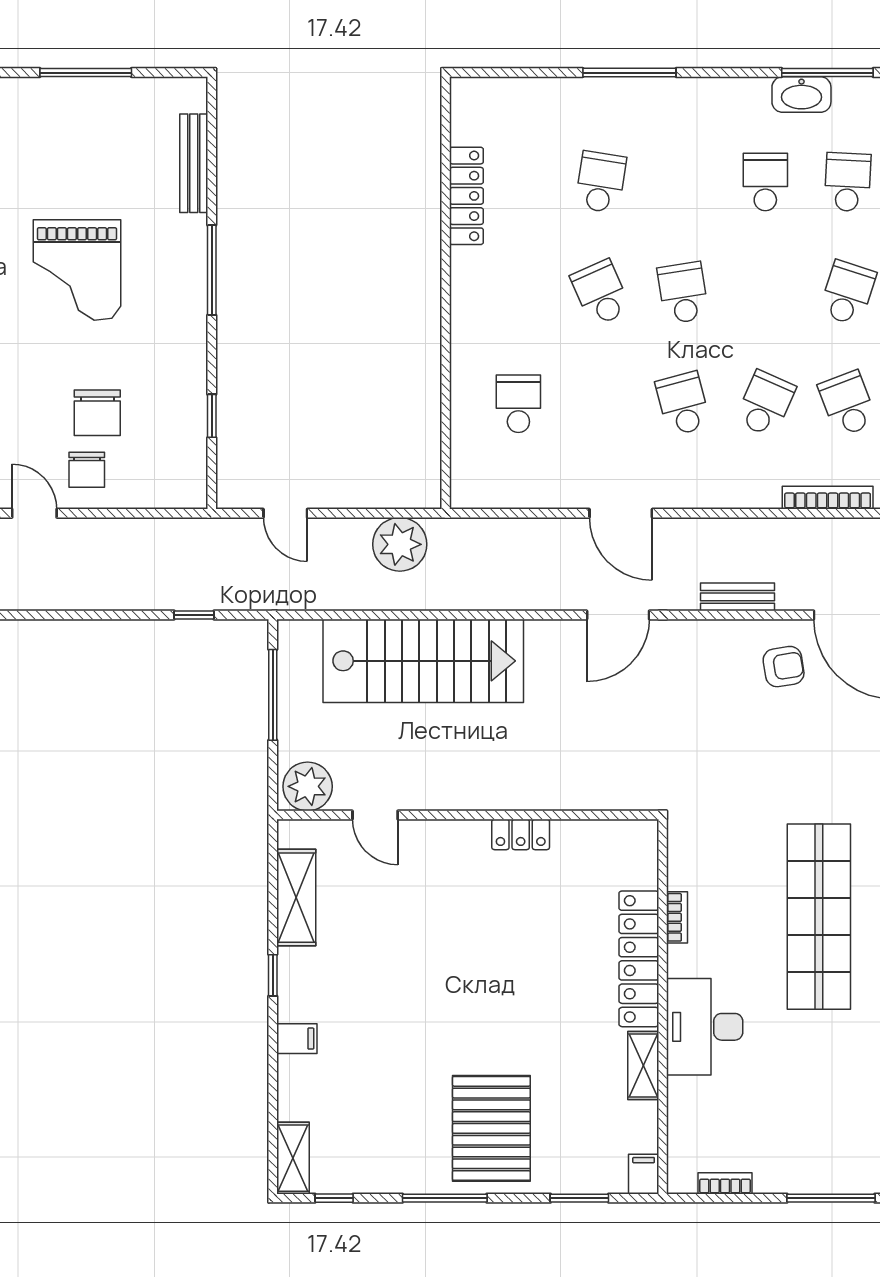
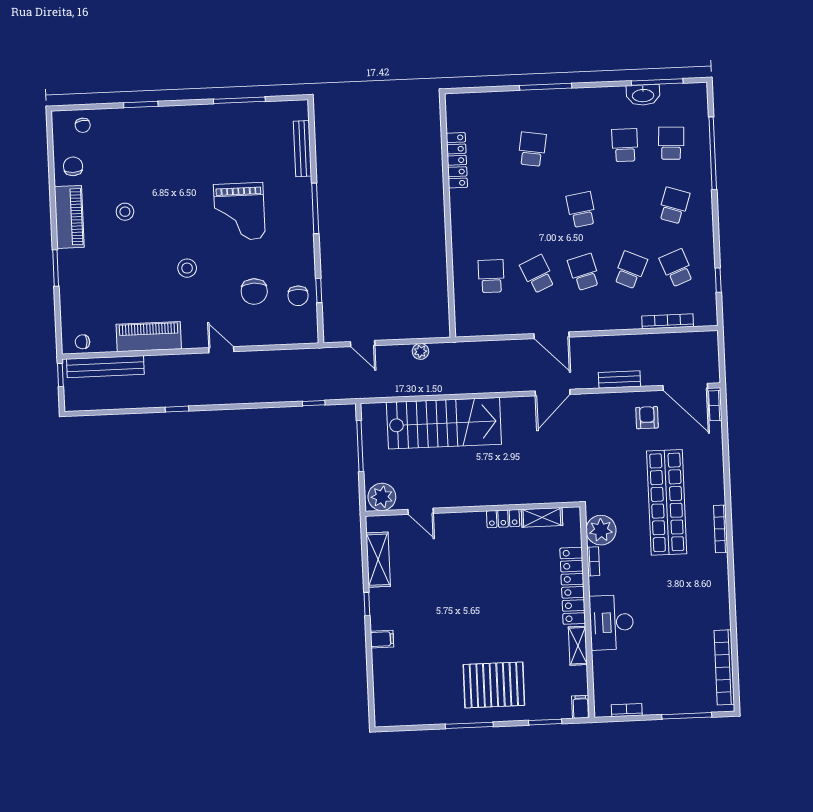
school desk: (601, 293) -> (538, 274), moved
chair: (87, 470) -> (298, 296), moved
plant: (400, 544) -> (420, 351), width x0.53, depth x0.53
armchair: (784, 667) -> (647, 418), turned -81
plant: (693, 862) -> (601, 530), added
shop shelf: (819, 917) -> (667, 502), moved
pallet: (491, 1128) -> (494, 685), turned 90
shelving: (293, 1158) -> (542, 517), moved, turned 90
window: (334, 1198) -> (407, 728), removed

